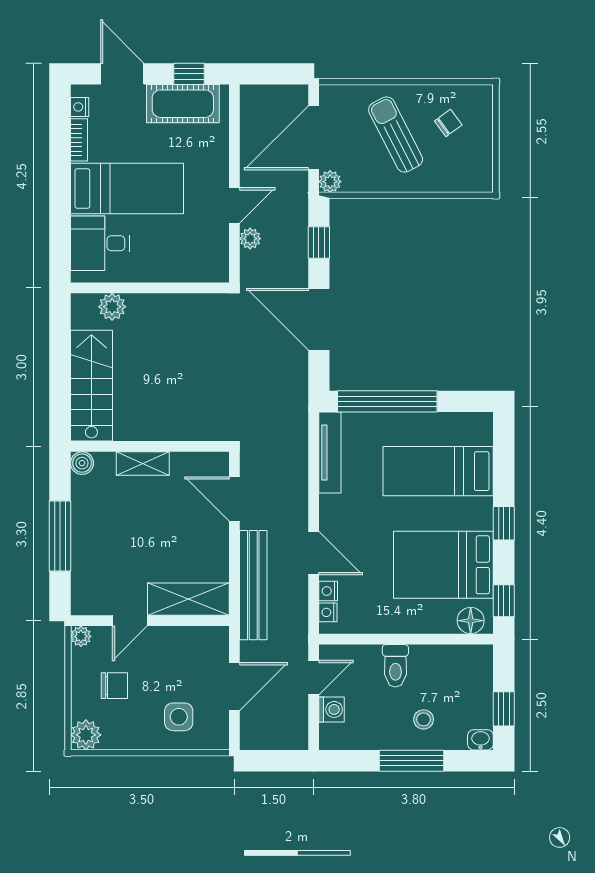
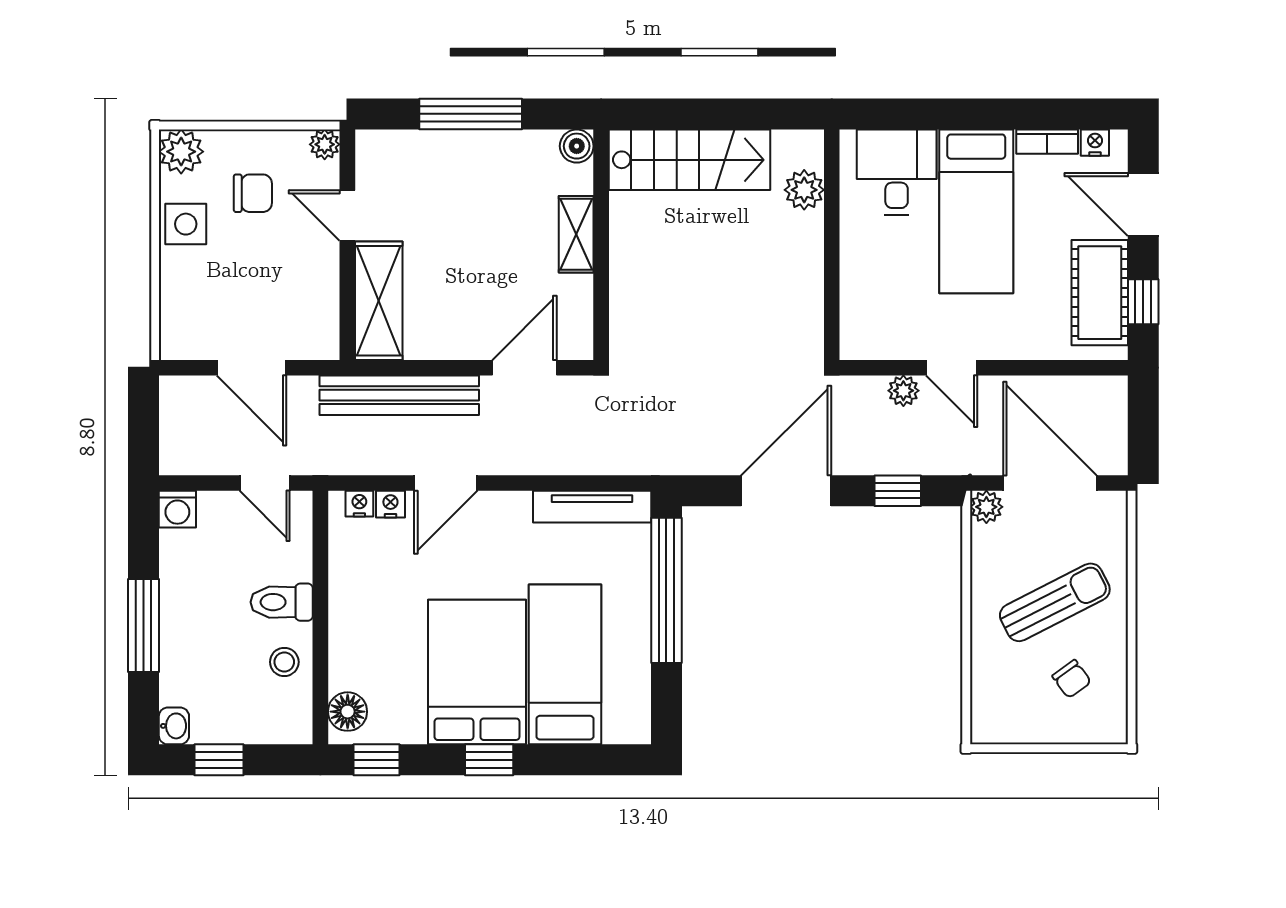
door: (122, 74) -> (1143, 205), swing flipped
bed: (443, 565) -> (477, 672), moved
chair: (114, 686) -> (253, 193), turned -90
washing machine: (332, 709) -> (177, 509), moved
side table: (179, 717) -> (186, 224), moved
stool: (424, 719) -> (284, 662), moved

